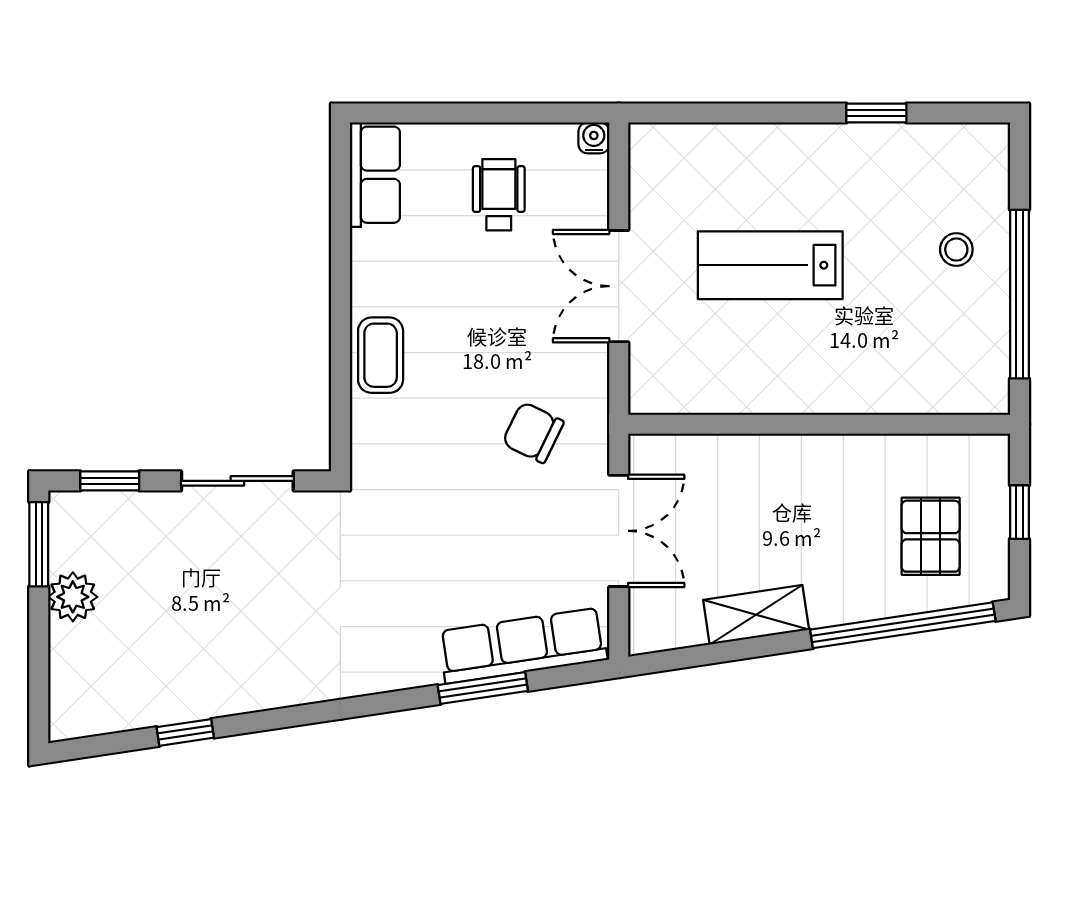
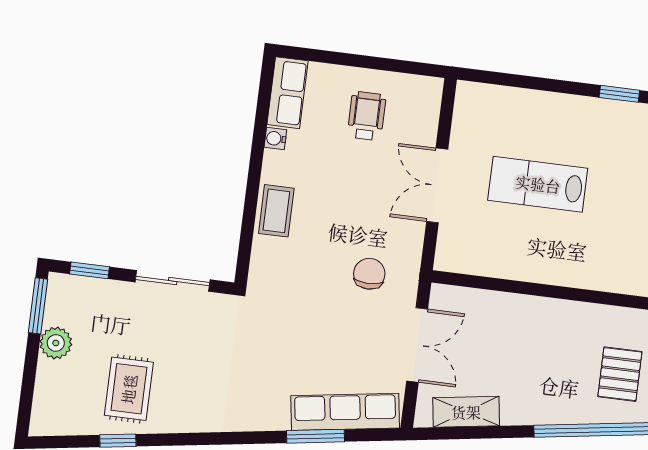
water cooler: (594, 138) -> (275, 138), moved, turned -90
chair: (533, 432) -> (369, 274), turned 64
shelving: (756, 615) -> (466, 412), moved
rug: (192, 652) -> (129, 389), added

